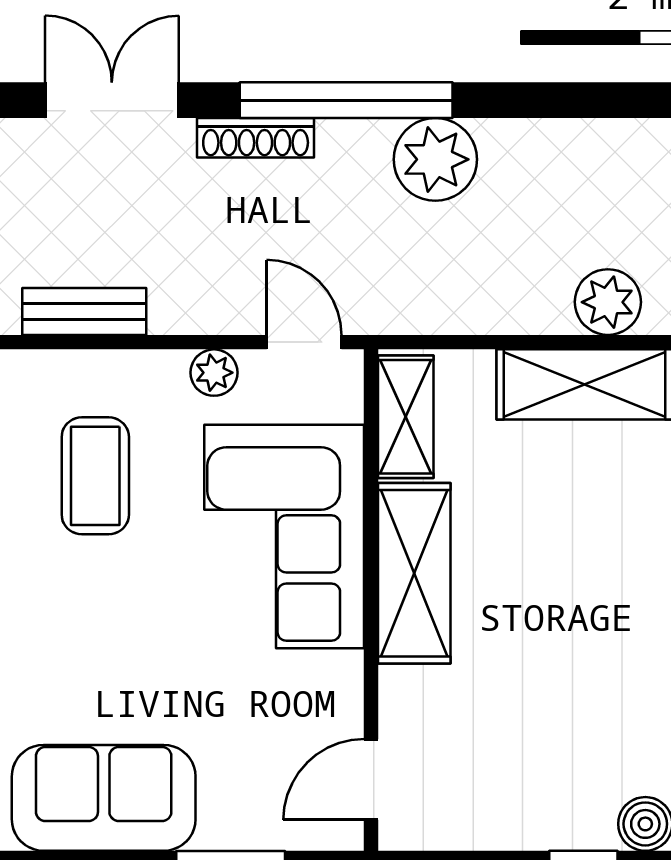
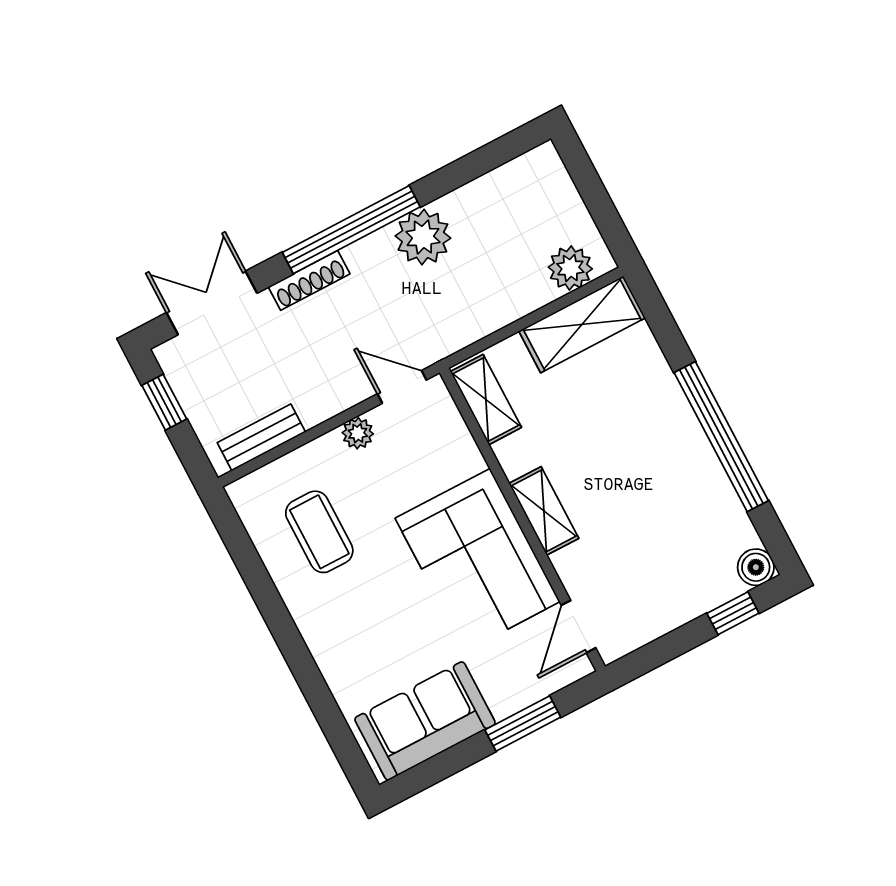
corner sofa: (284, 537) -> (478, 560), moved
shelving: (414, 573) -> (544, 511), width x0.67, depth x0.75

